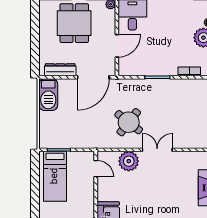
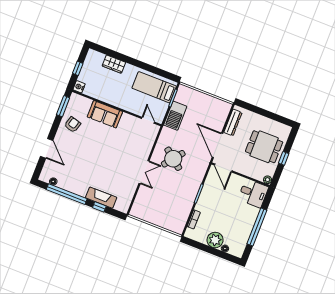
door: (117, 46) -> (223, 168), moved
barbecue: (48, 95) -> (175, 116), moved, turned -90
plant: (129, 161) -> (144, 147), removed
door: (96, 169) -> (148, 120), swing flipped

